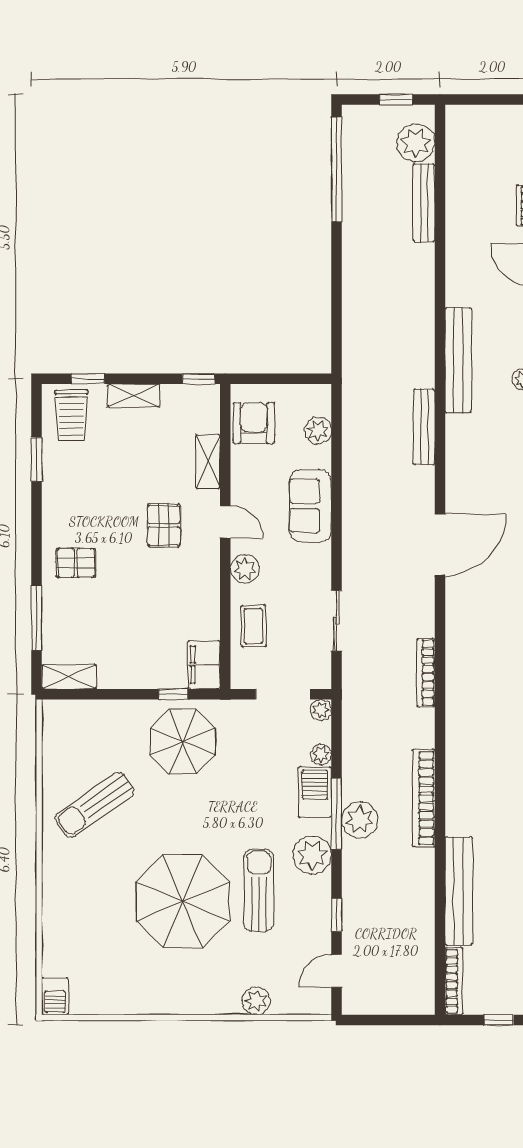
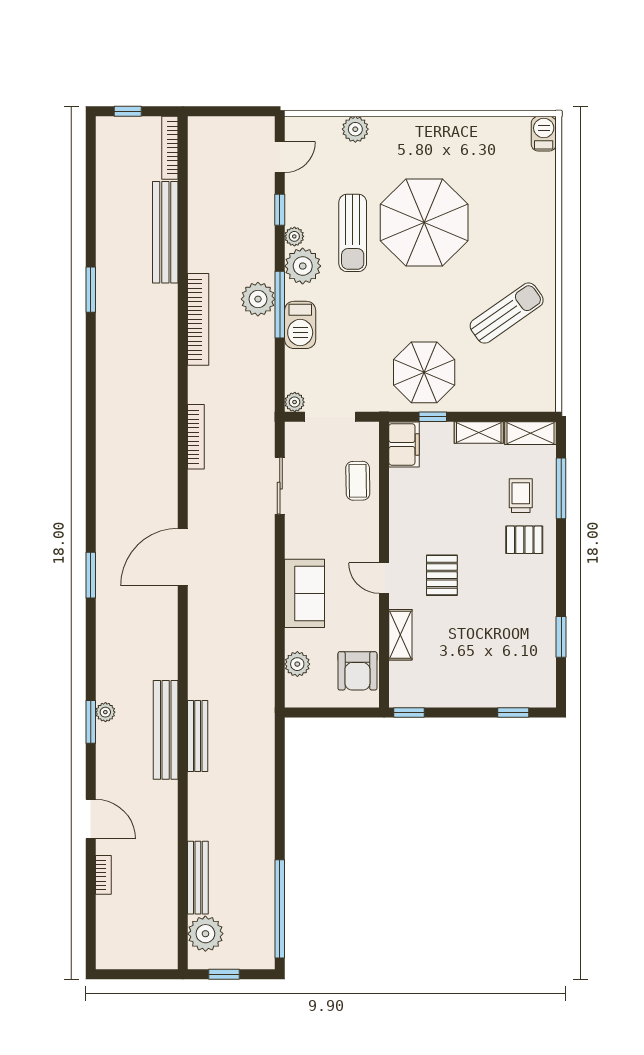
shelving: (133, 396) -> (479, 433), moved
trolley: (71, 415) -> (521, 496), moved, width x0.73, depth x0.72
bench: (424, 427) -> (198, 736), moved
plant: (245, 569) -> (366, 534), removed
plant: (321, 755) -> (294, 236), moved

